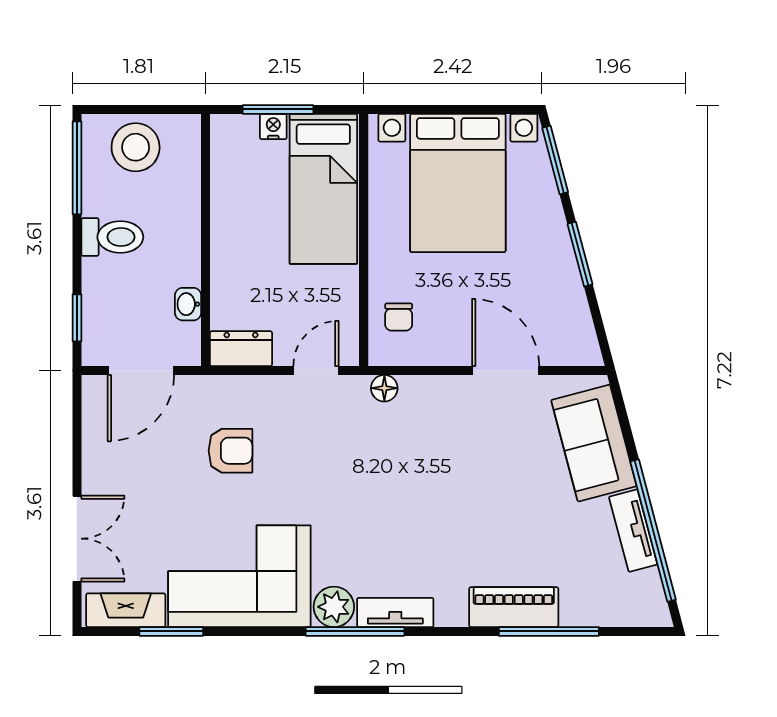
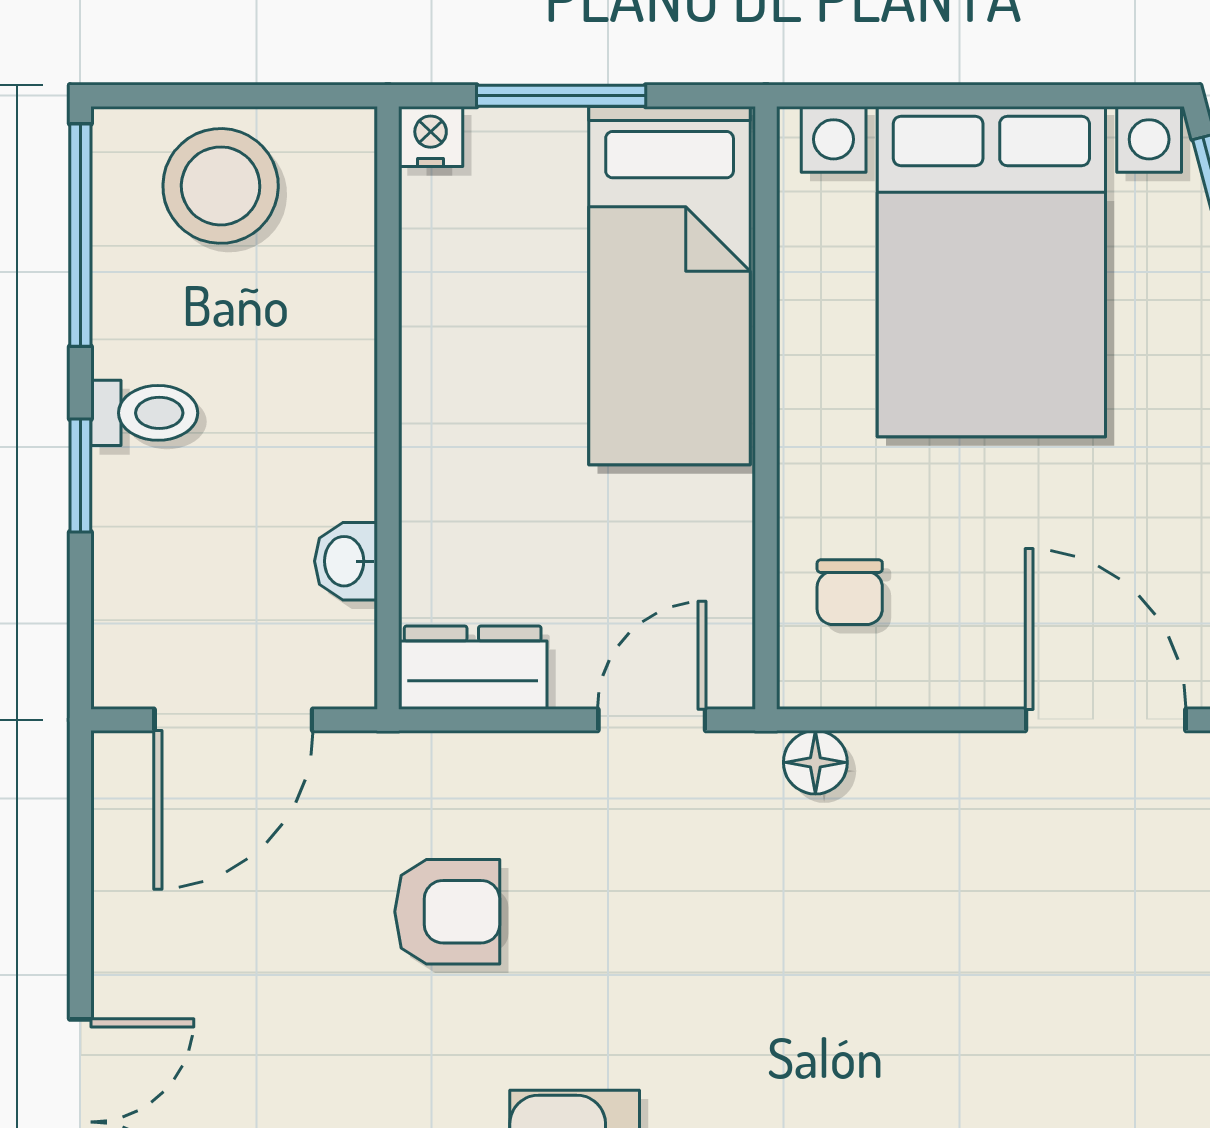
nightstand: (273, 127) -> (431, 137), moved
toilet: (112, 237) -> (144, 413), width x0.73, depth x0.72
window: (77, 318) -> (80, 475), moved

